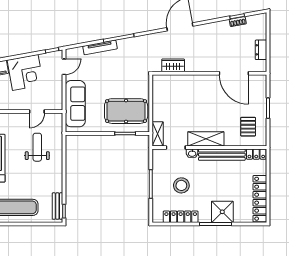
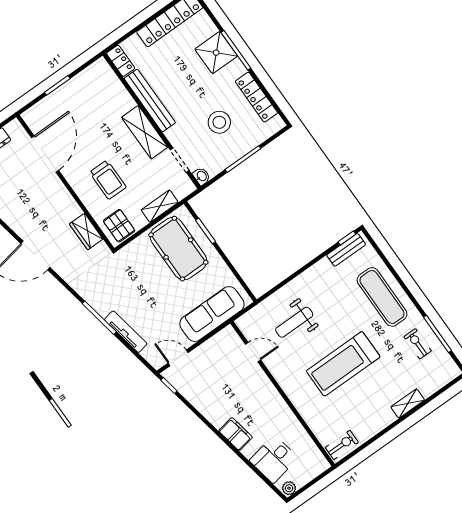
corner desk: (25, 72) -> (217, 398), removed
trolley: (194, 99) -> (108, 180), added
pallet: (248, 127) -> (119, 226), moved, turned 90
shelving: (158, 134) -> (160, 206), moved
washbasin: (192, 153) -> (201, 176), moved

